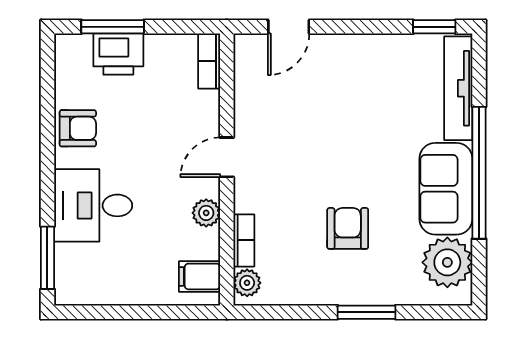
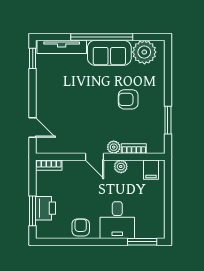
plant: (247, 283) -> (114, 147), moved
window: (367, 312) -> (168, 120), moved

